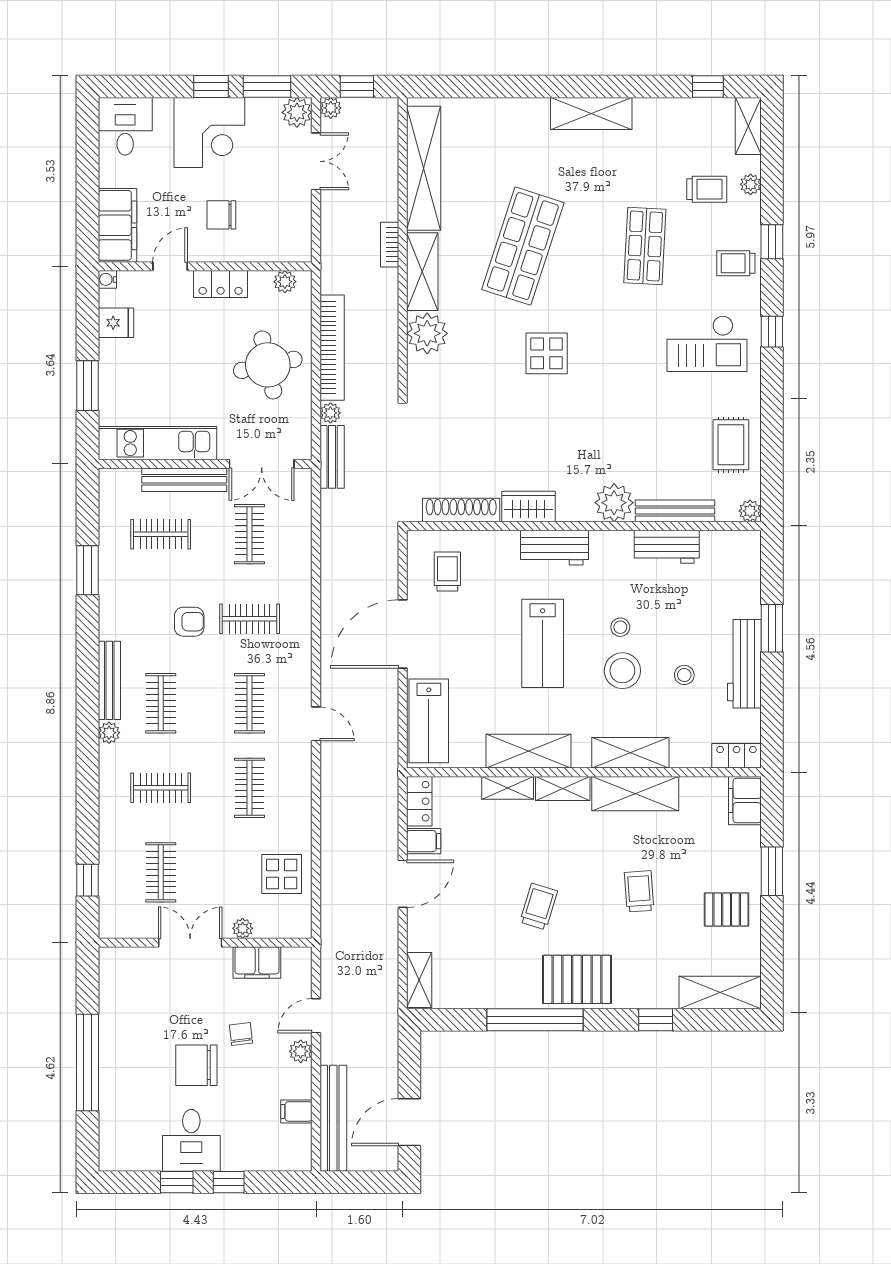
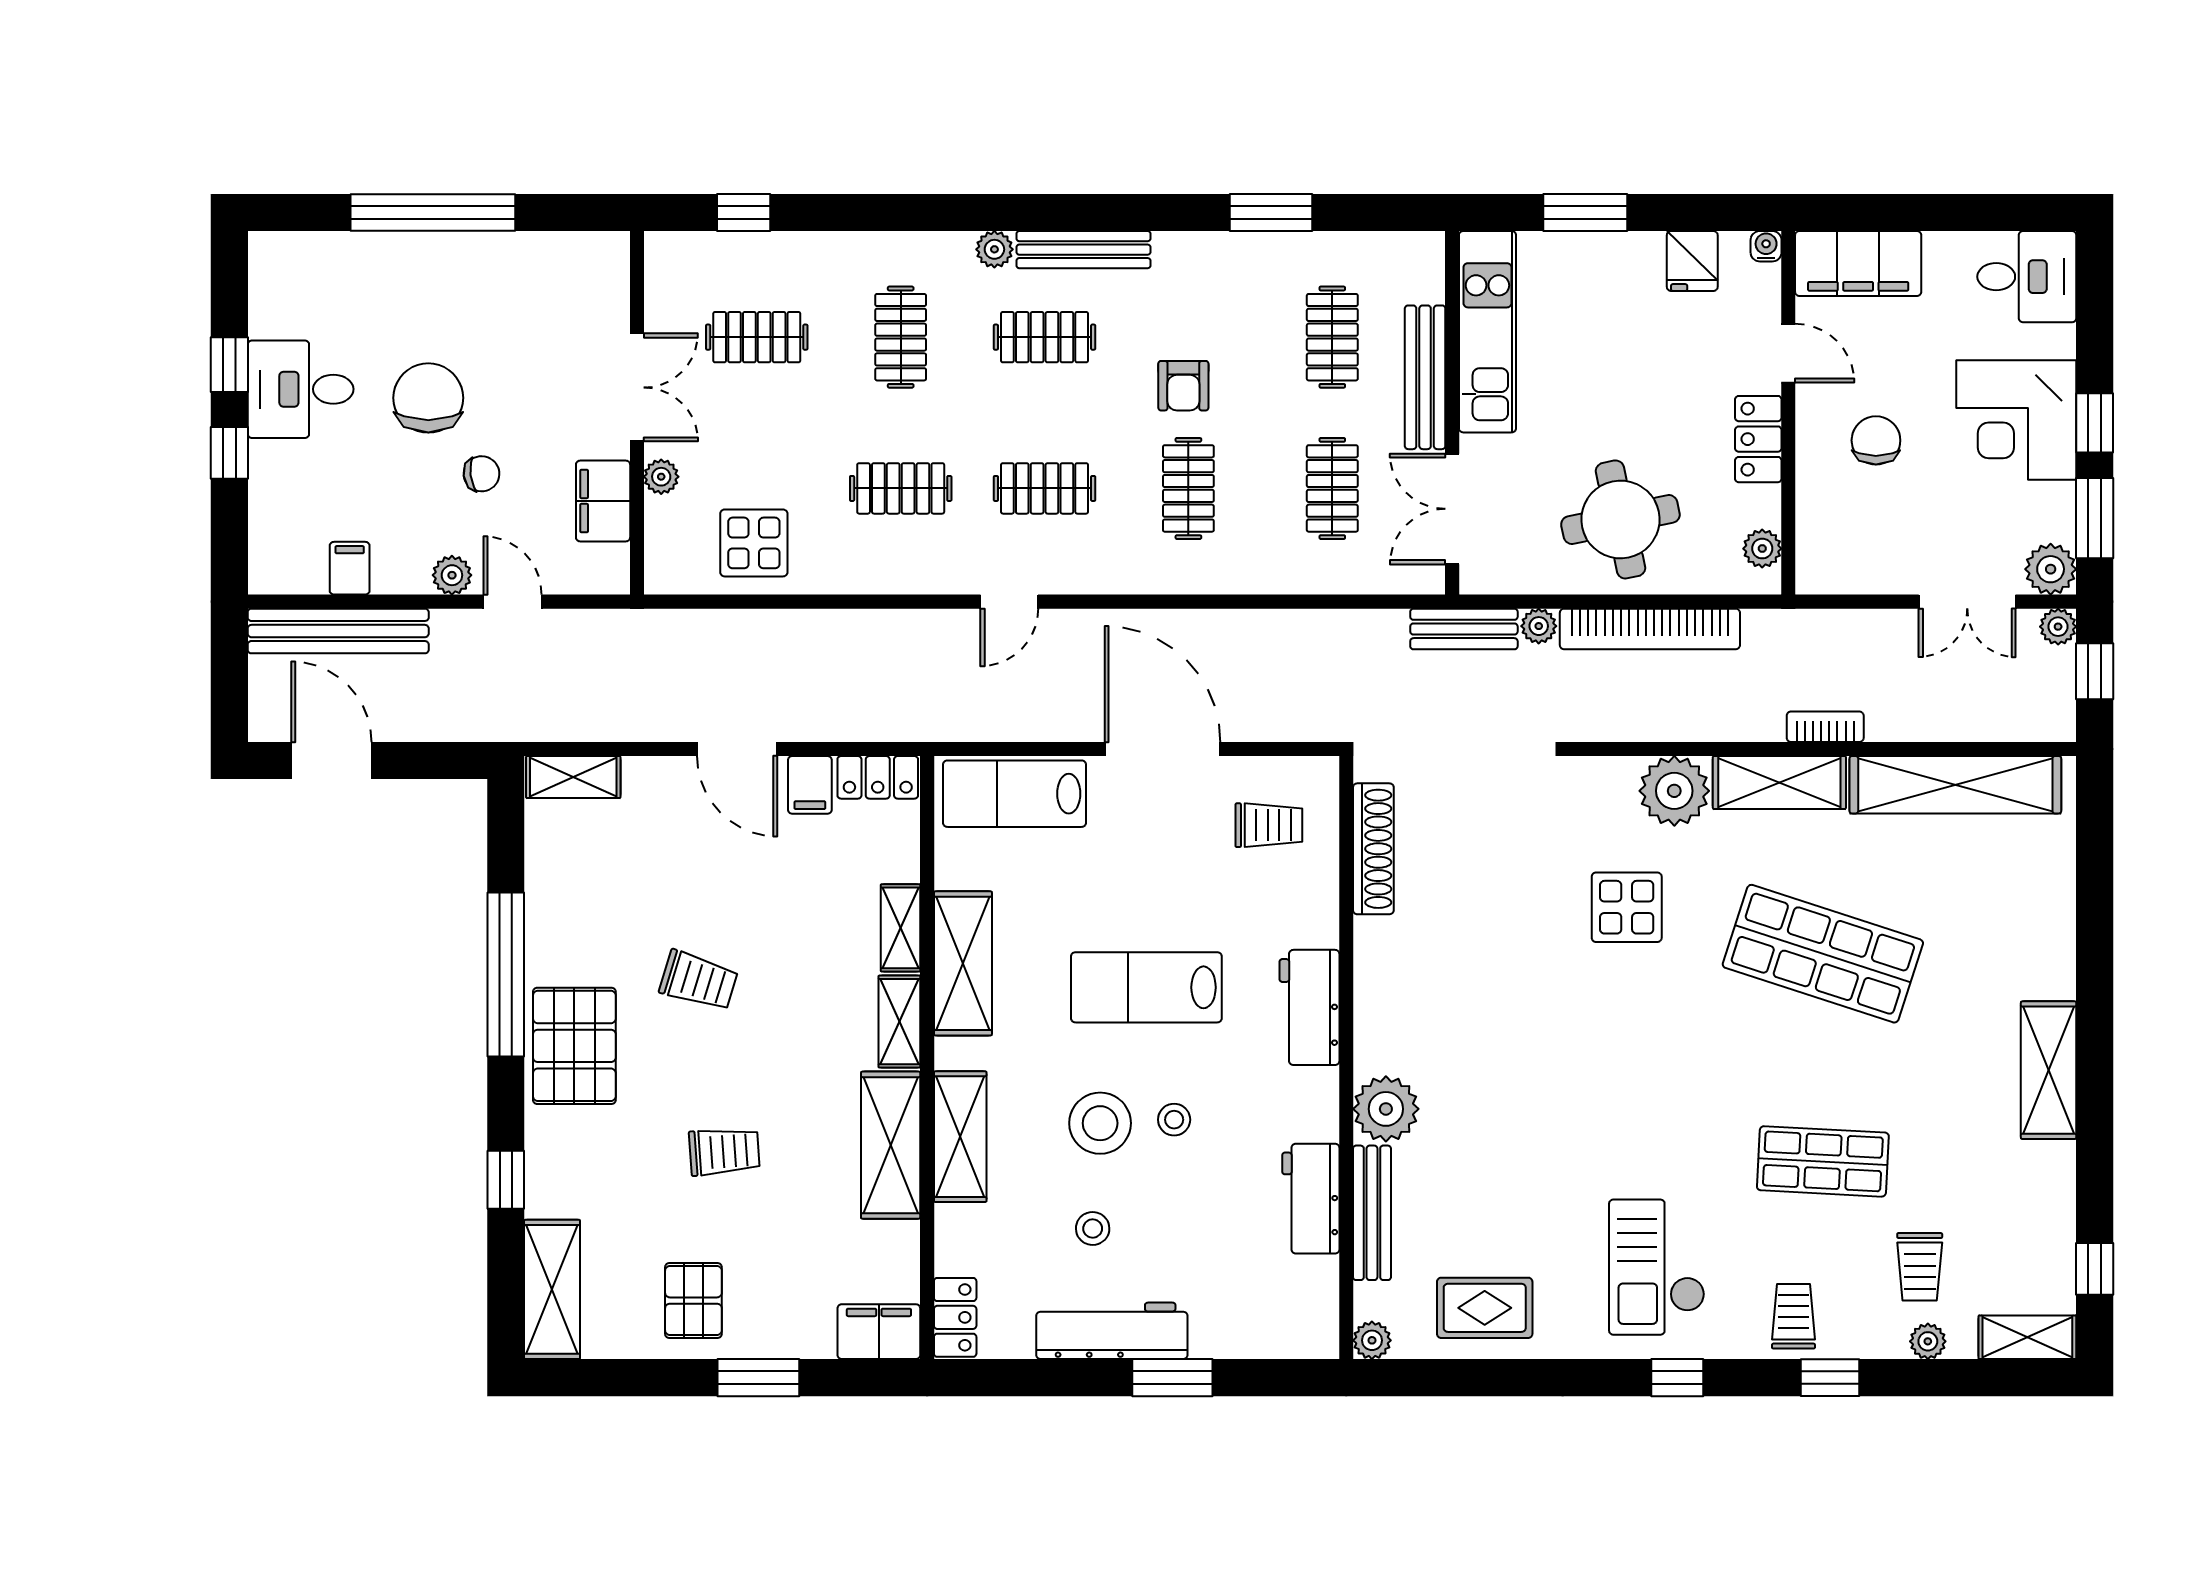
display table: (547, 353) -> (1627, 907), moved
wardrobe: (528, 507) -> (1379, 963), removed
clothes rail: (250, 534) -> (1332, 488), turned 90

